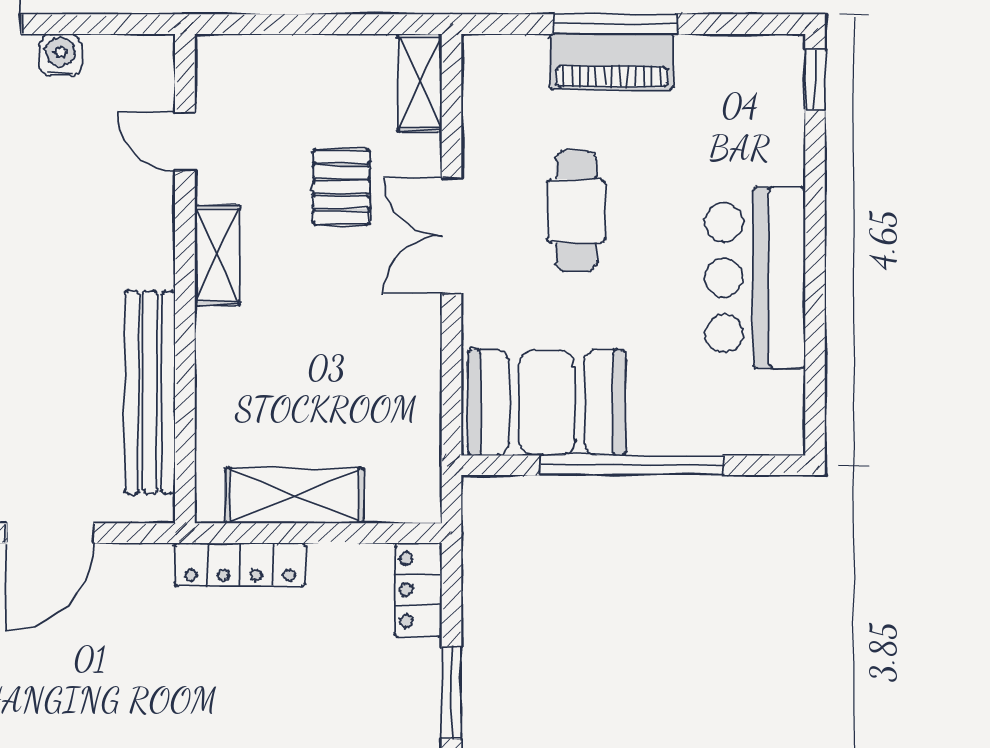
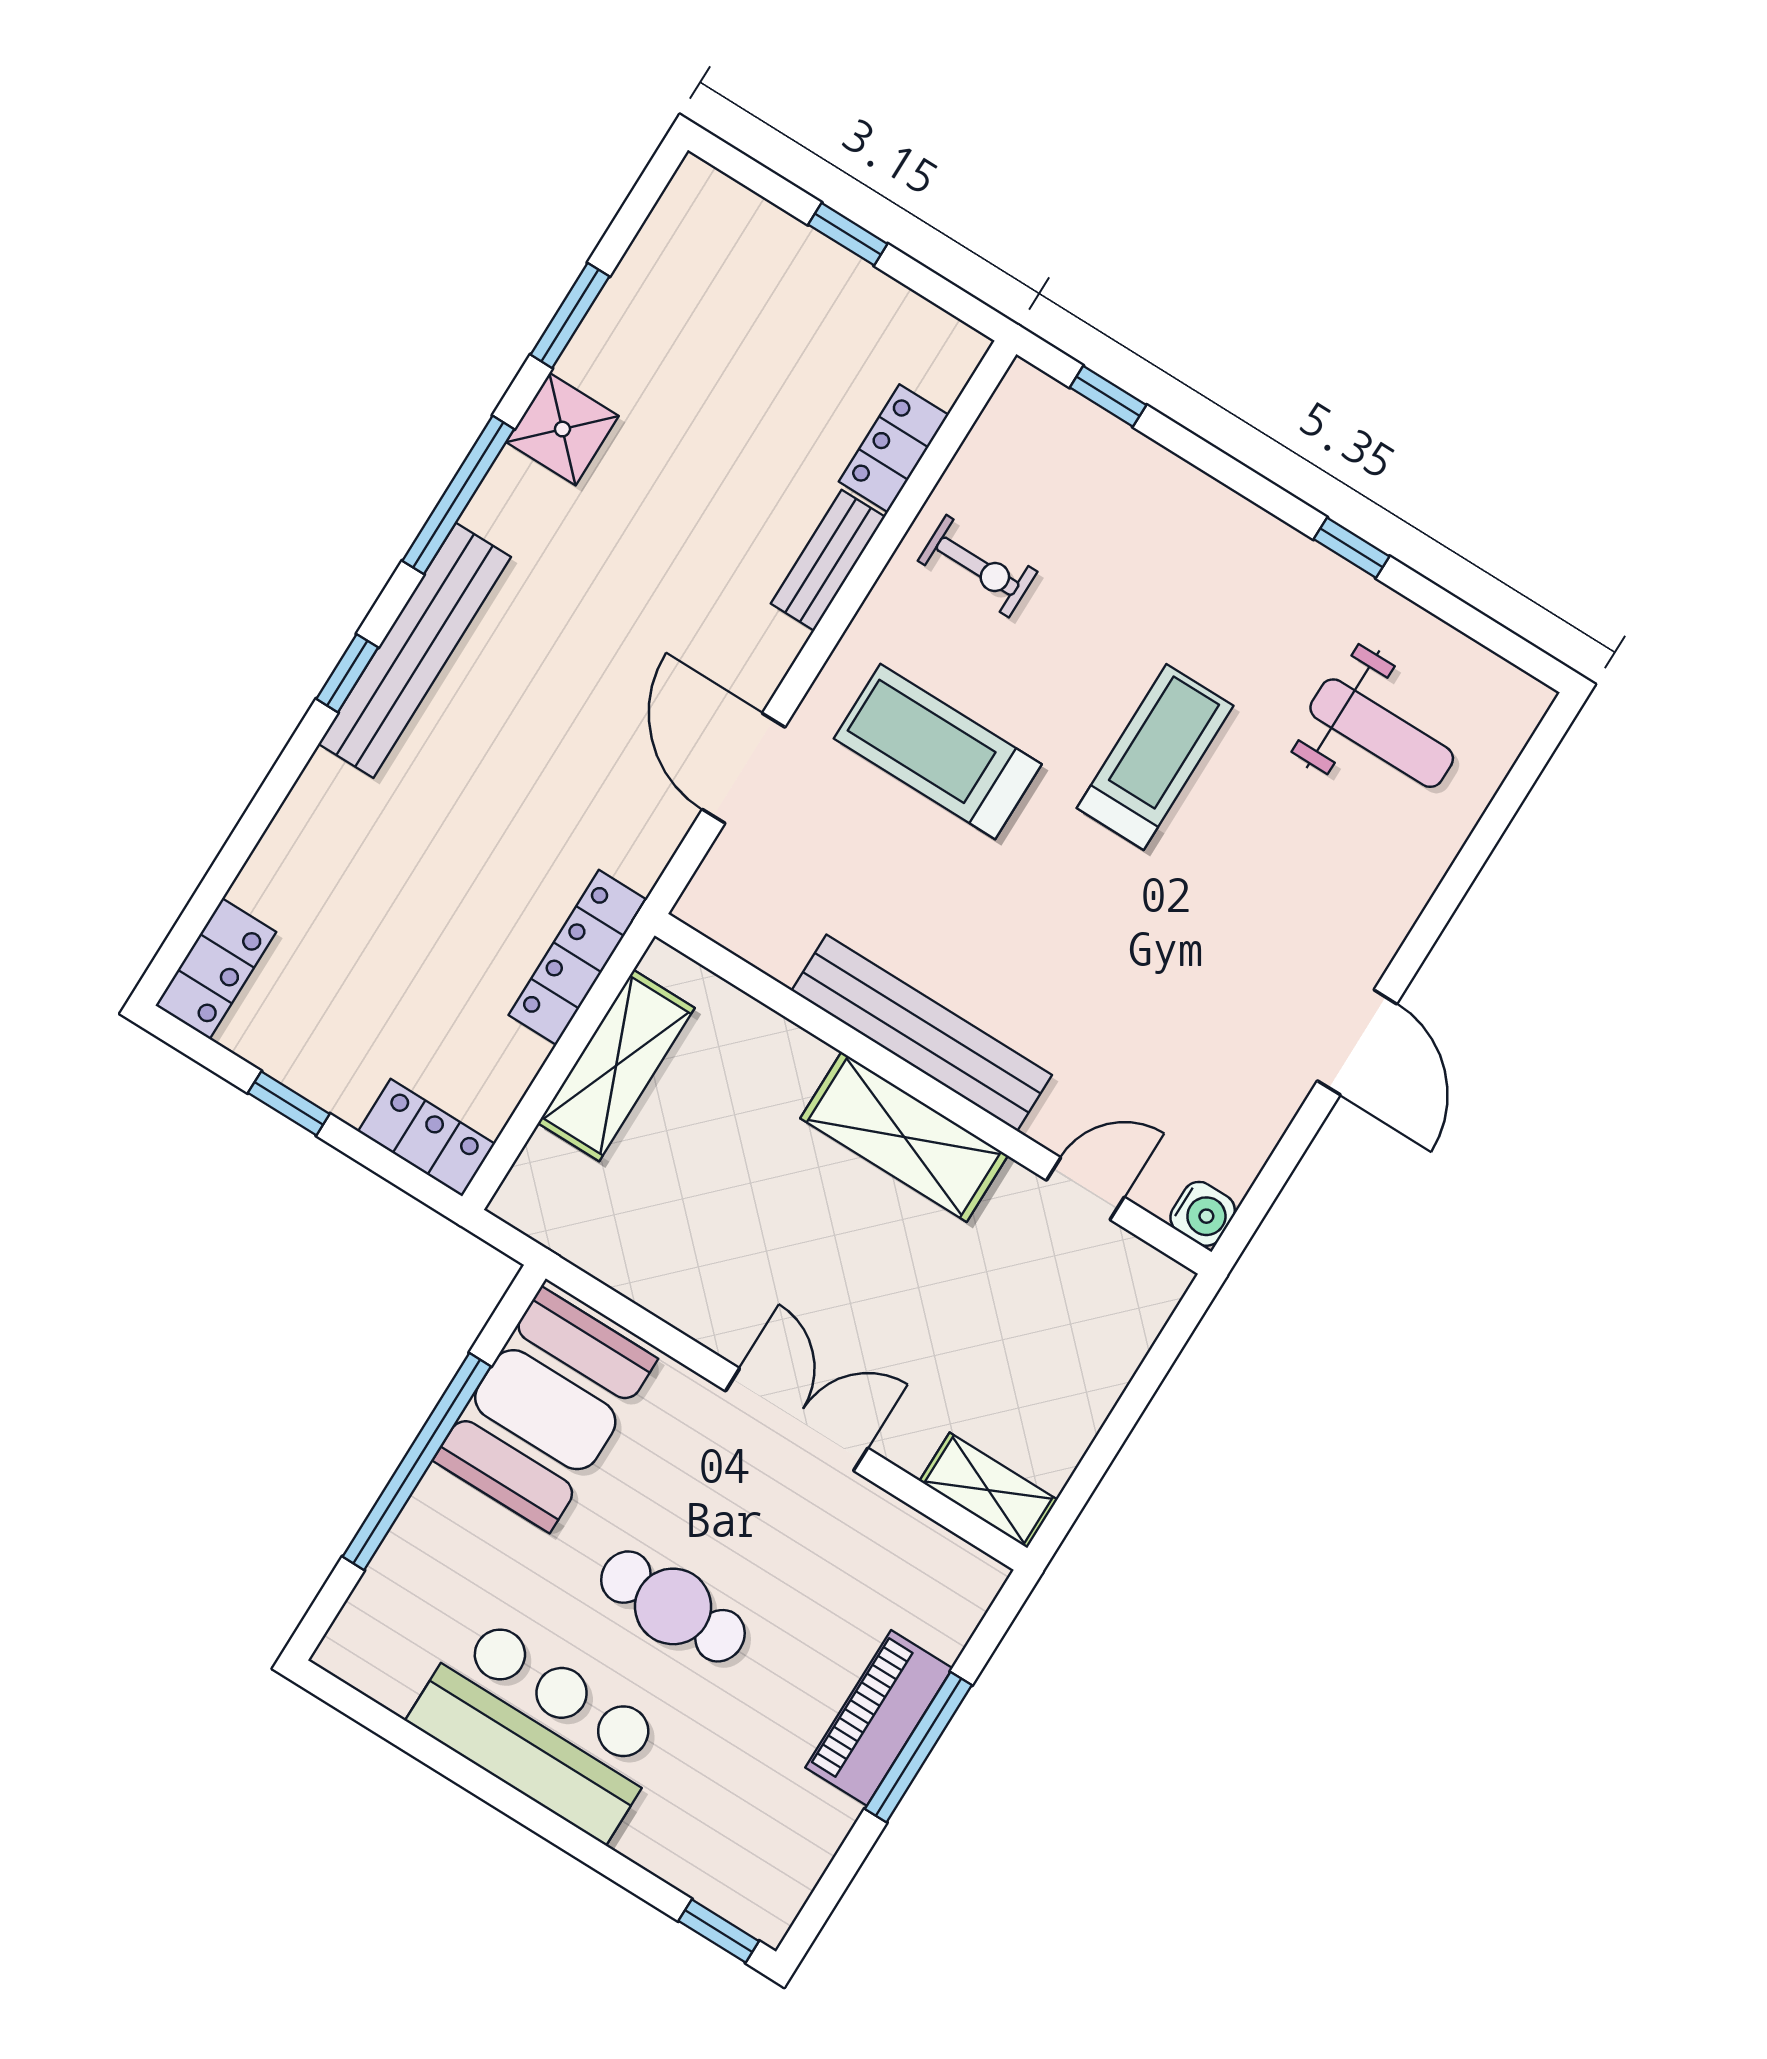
water cooler: (61, 55) -> (1203, 1214), moved
pallet: (341, 187) -> (927, 1330), removed
cafe table: (576, 211) -> (673, 1606), moved
shelving: (217, 255) -> (904, 1137), width x1.50, depth x1.33
bench: (150, 392) -> (922, 1033), moved
window: (451, 693) -> (289, 1103), width x0.67

